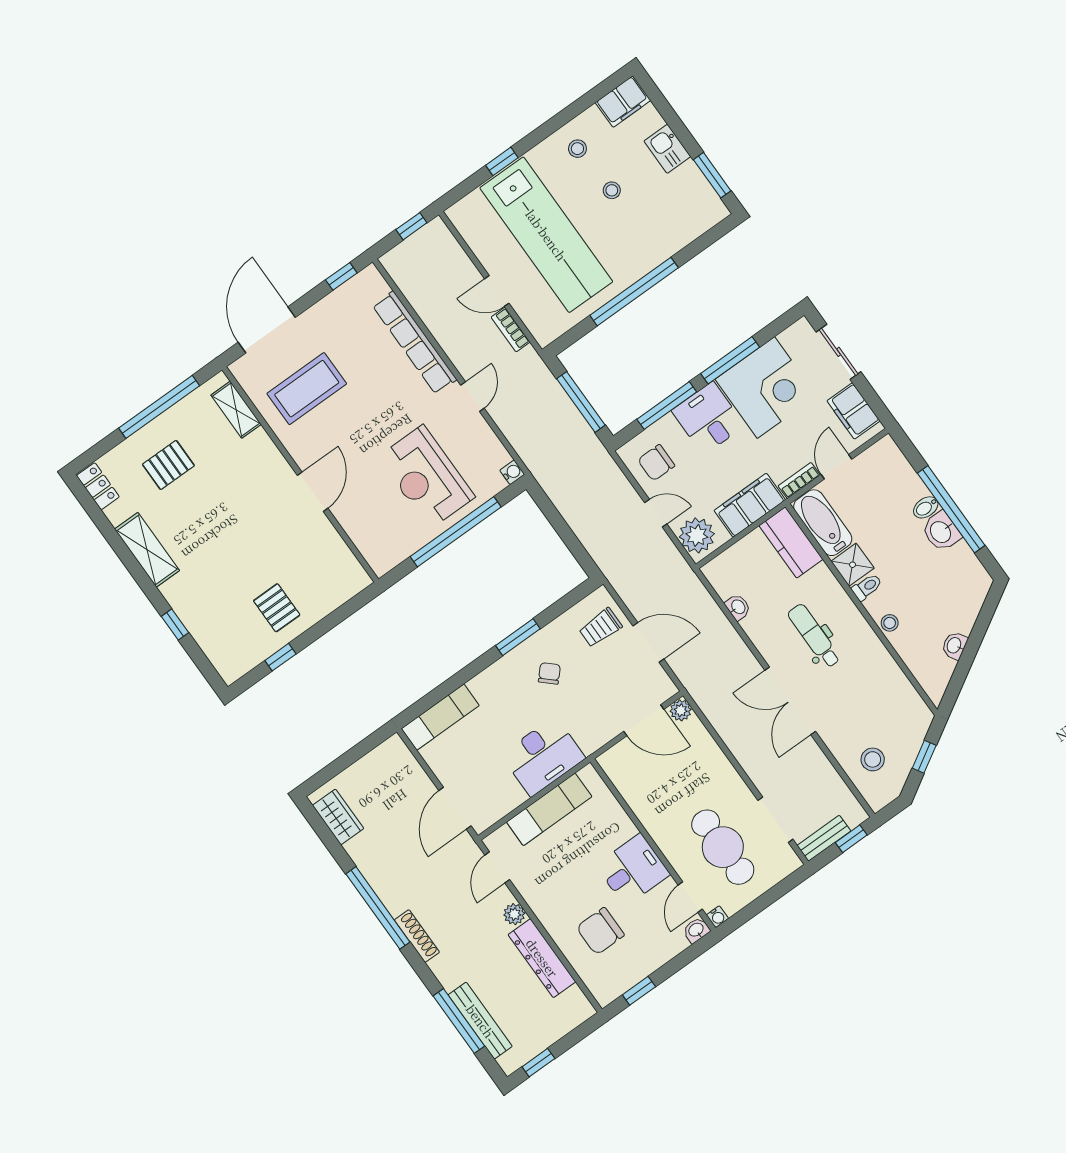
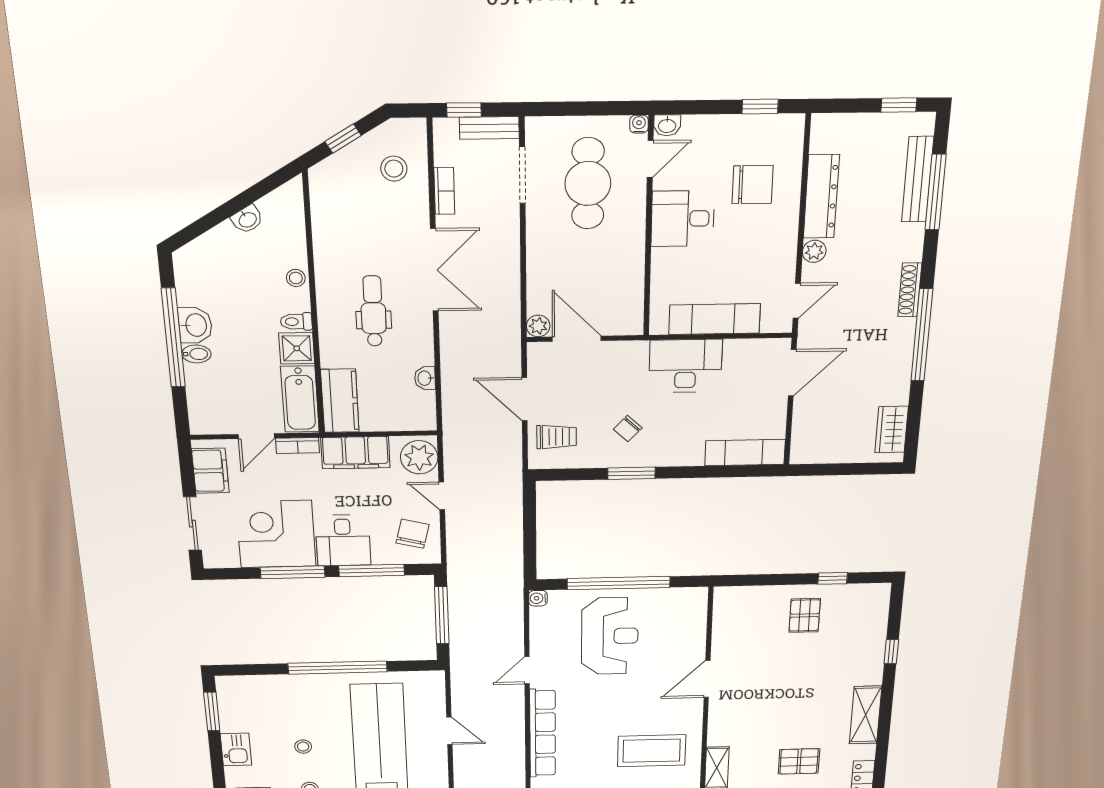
bookcase: (511, 330) -> (444, 191), moved
chair: (656, 463) -> (413, 534), turned -76
dental chair: (814, 636) -> (373, 311), turned 180

